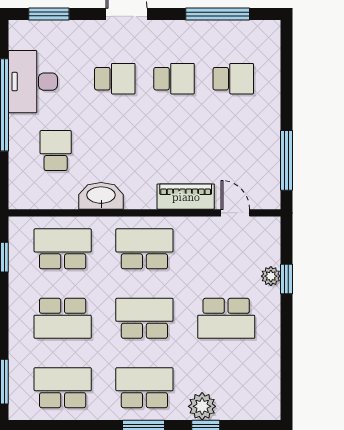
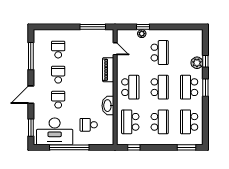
desk: (33, 82) -> (55, 131), width x1.36, depth x1.30
door: (235, 213) -> (115, 49), swing flipped
school desk: (144, 249) -> (130, 87), turned 180
school desk: (144, 318) -> (160, 87), turned 180

